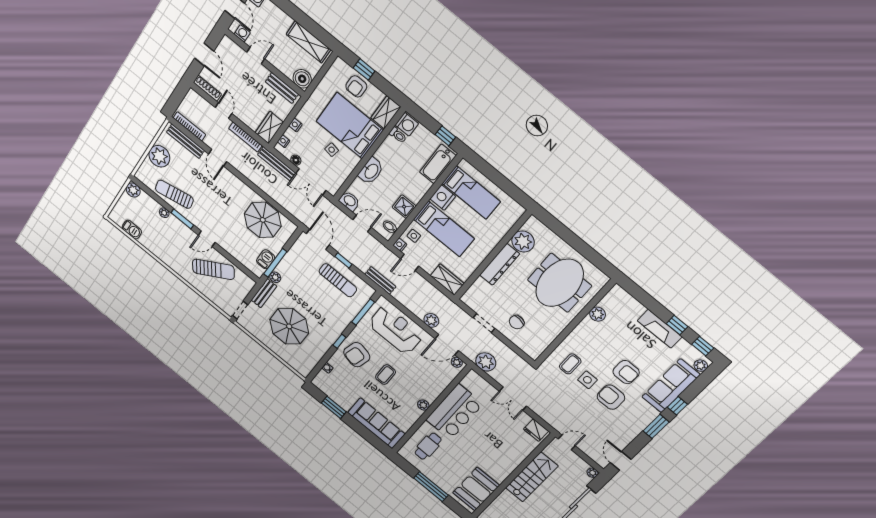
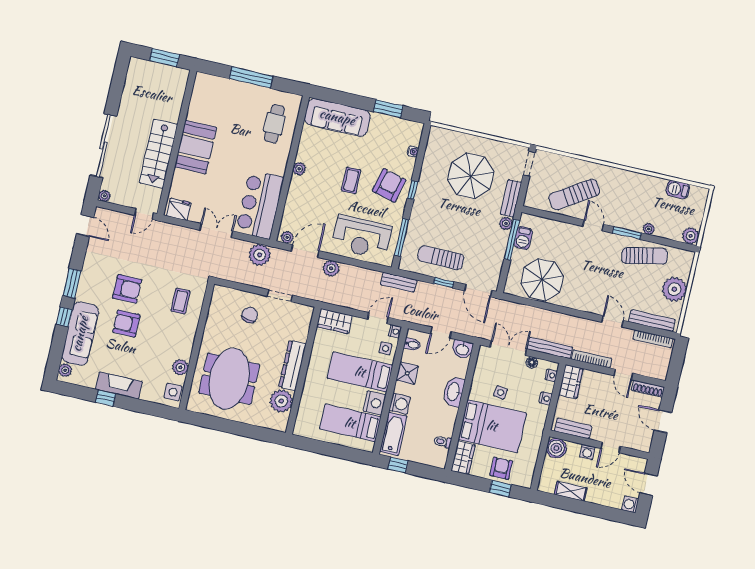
washing machine: (242, 33) -> (587, 452), moved
shelving: (308, 42) -> (571, 491), width x0.67, depth x0.75
washing machine: (407, 124) -> (400, 404), moved, turned 180
door: (207, 239) -> (593, 225), hinge flipped
window: (703, 346) -> (73, 391), removed
side table: (587, 380) -> (173, 392), moved
bar counter: (454, 412) -> (260, 205), moved
booth: (476, 489) -> (196, 147), moved

